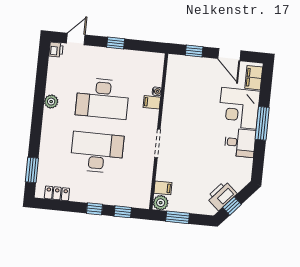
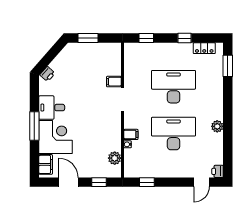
window: (116, 43) -> (147, 182), moved
desk: (97, 152) -> (174, 87), turned 180
filing cabinet: (163, 188) -> (114, 82), moved
printer: (222, 196) -> (47, 74), moved, width x0.53, depth x0.68
plant: (161, 203) -> (115, 158), moved
window: (232, 206) -> (53, 53), removed
window: (94, 209) -> (184, 38), moved
window: (178, 217) -> (88, 38), moved

